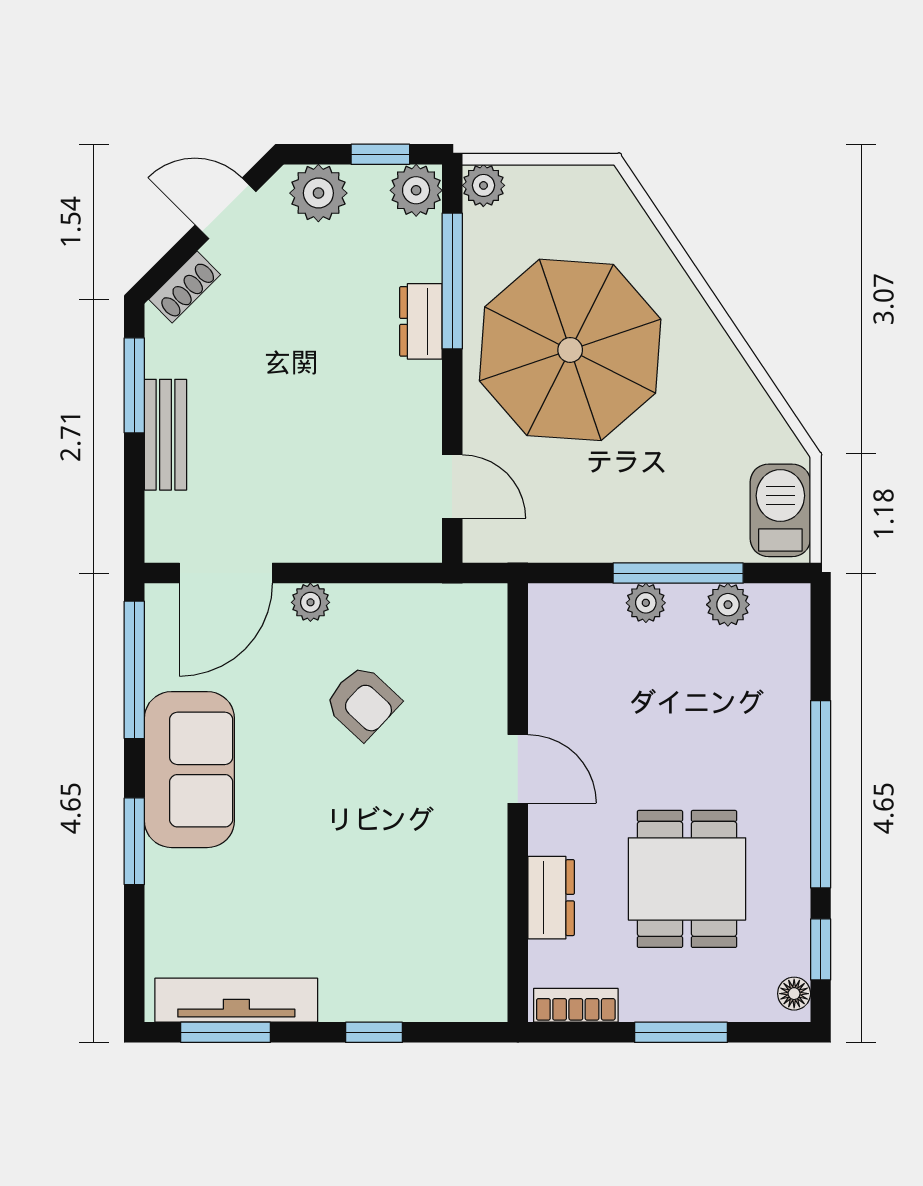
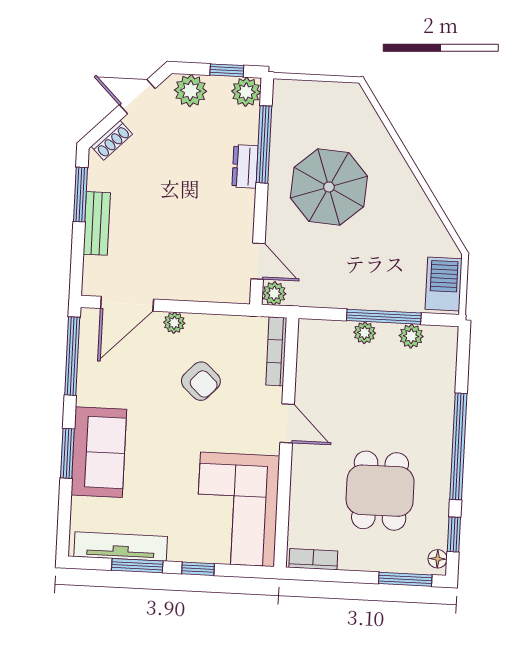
plant: (483, 185) -> (274, 293), moved
parasol: (570, 350) -> (329, 187), width x0.73, depth x0.73
bookcase: (492, 643) -> (276, 351), added
sofa: (189, 770) -> (99, 452), moved
dresser: (551, 898) -> (302, 497), removed
corner sofa: (438, 925) -> (237, 509), added
window: (226, 1032) -> (137, 566), moved
window: (681, 1032) -> (405, 579), moved

